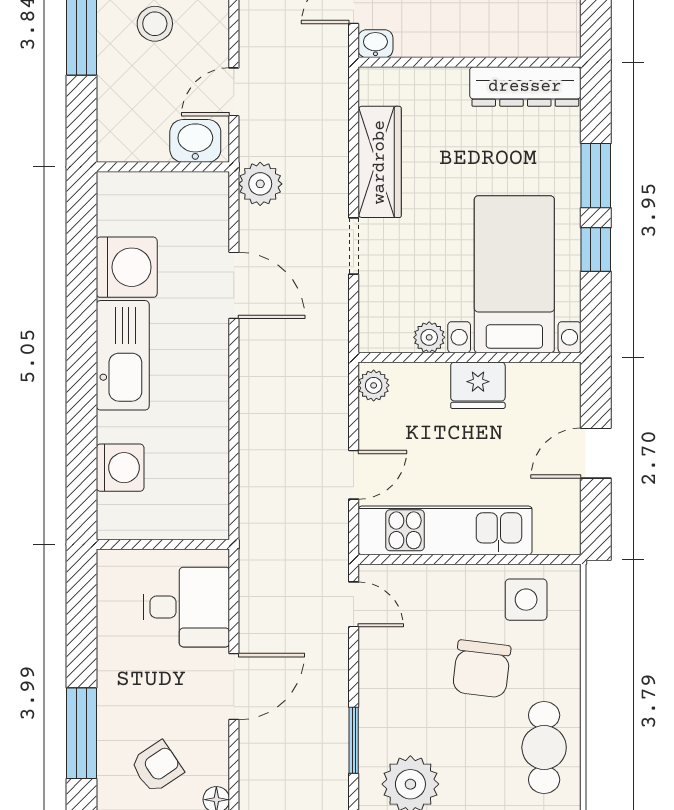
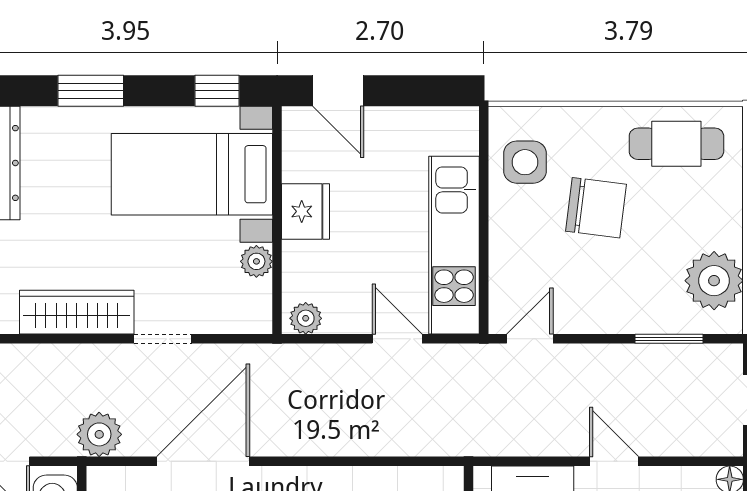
window: (596, 250) -> (217, 91), moved
door: (234, 285) -> (203, 461), width x1.36
door: (596, 453) -> (338, 91), moved
door: (234, 686) -> (614, 461), width x0.73

